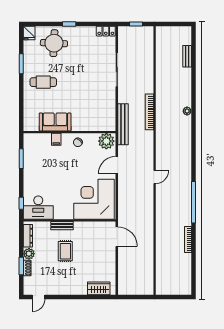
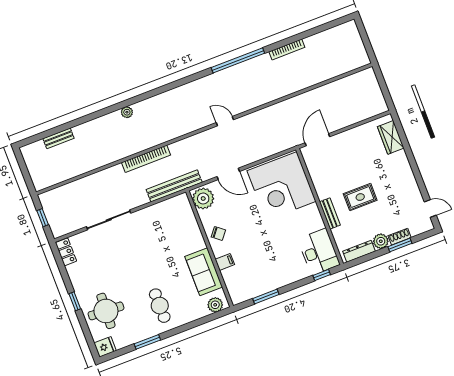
plant: (29, 121) -> (215, 305), added

